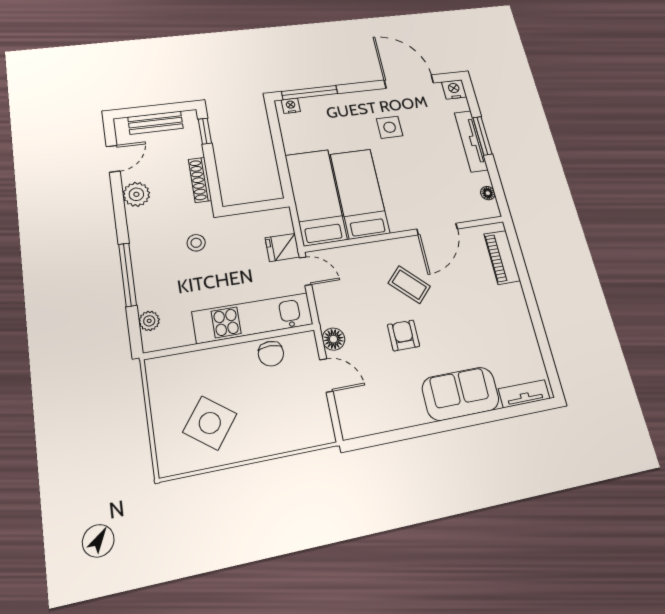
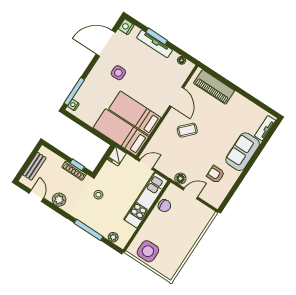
window: (205, 131) -> (77, 165), moved
fridge: (282, 247) -> (117, 156), moved
piano: (502, 257) -> (214, 87), width x1.37, depth x1.33
armchair: (404, 335) -> (216, 174), moved
side table: (210, 423) -> (148, 251), moved, turned -37

